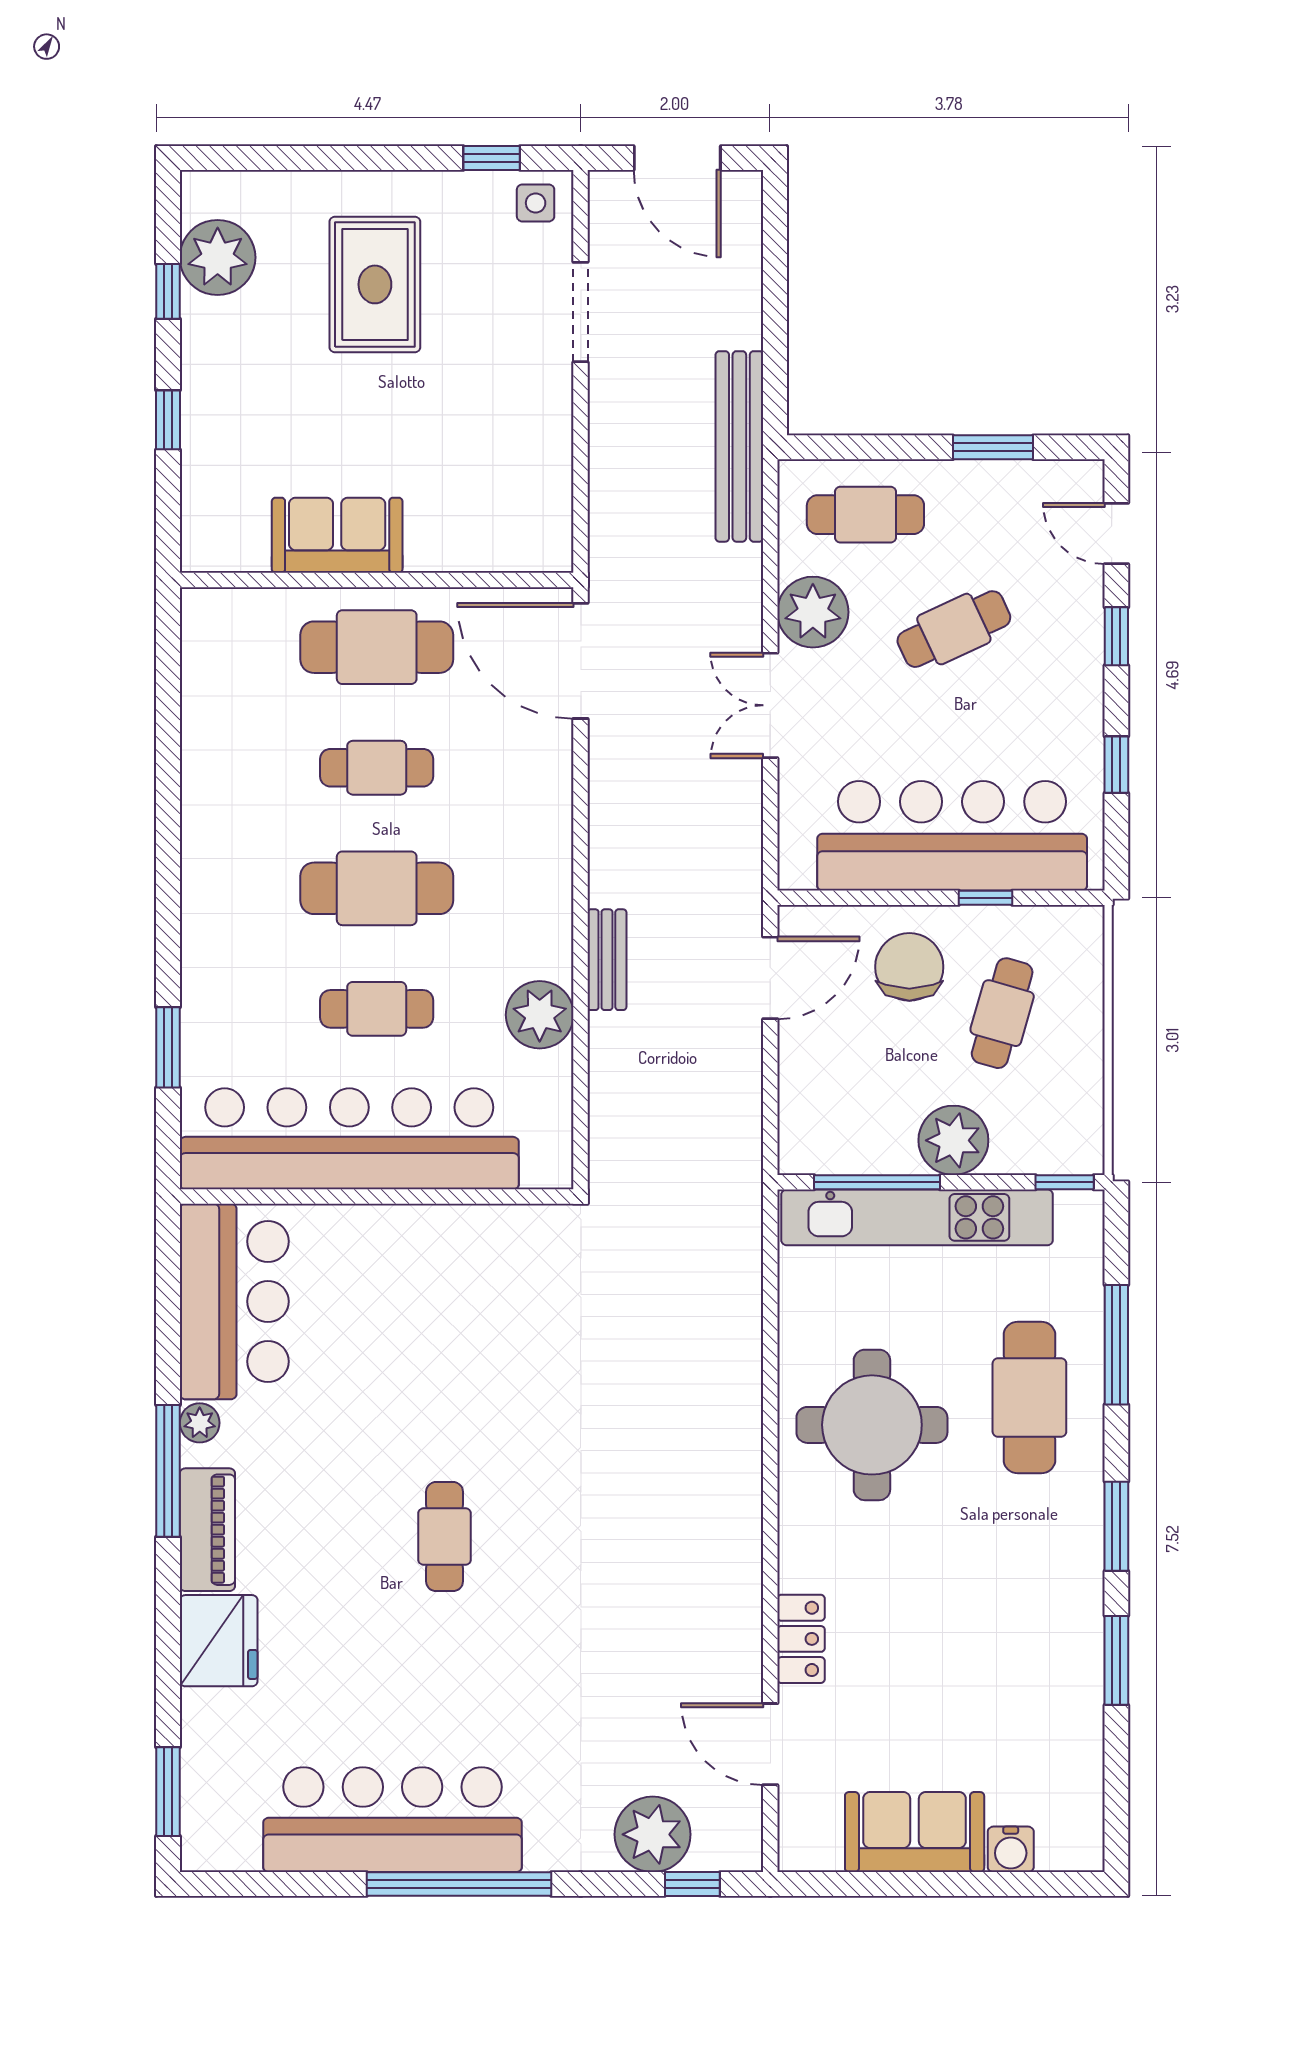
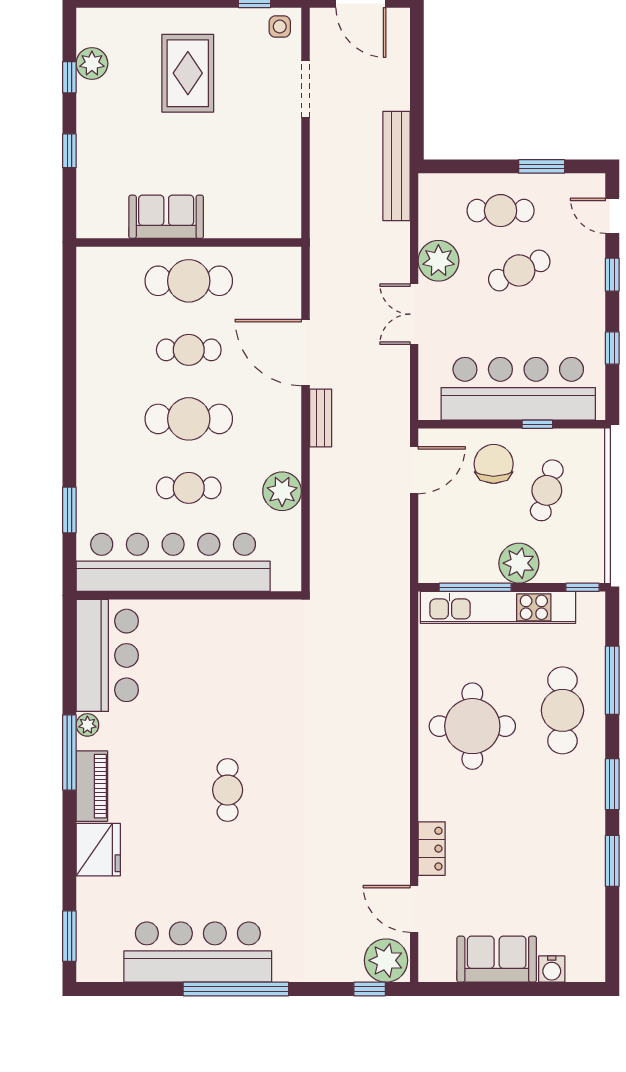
plant: (218, 257) -> (92, 64), width x0.73, depth x0.73
cafe table: (865, 515) -> (501, 211), moved
door: (581, 661) -> (305, 353), moved
bench: (607, 960) -> (321, 418), moved
plant: (653, 1834) -> (386, 960), moved

